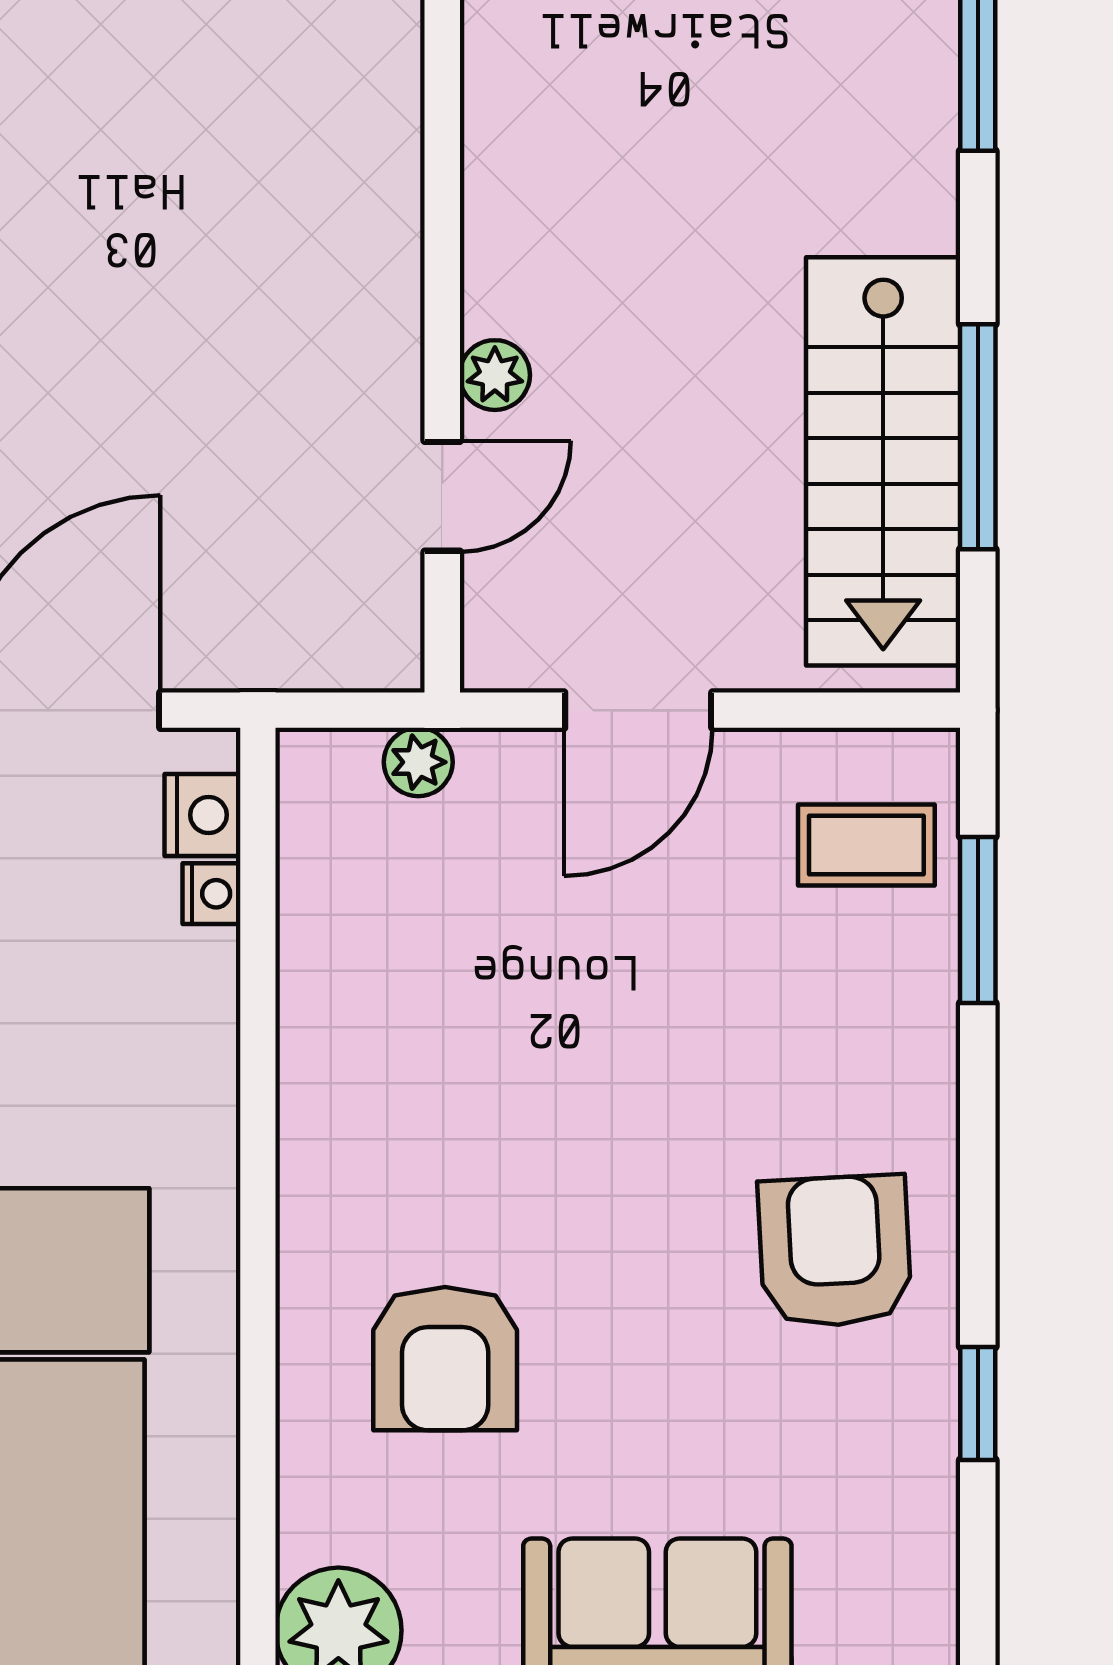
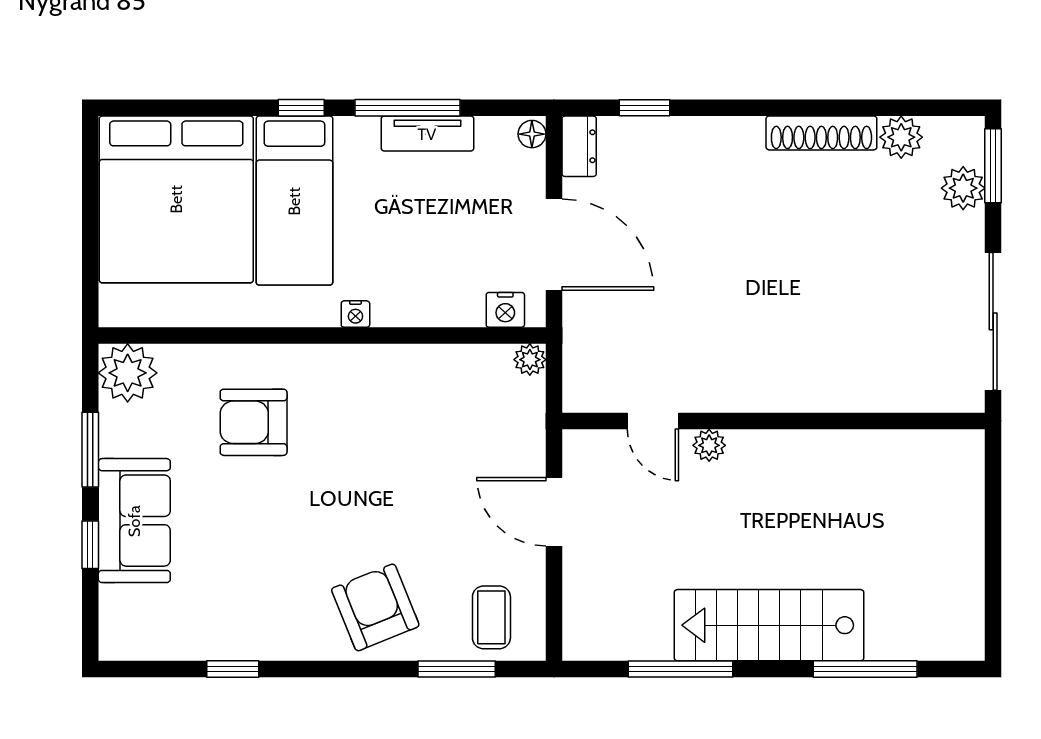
stairs: (883, 461) -> (769, 625), moved
plant: (418, 762) -> (530, 360), moved
nightstand: (211, 894) -> (355, 314), moved
armchair: (835, 1251) -> (375, 607), moved, turned -109

